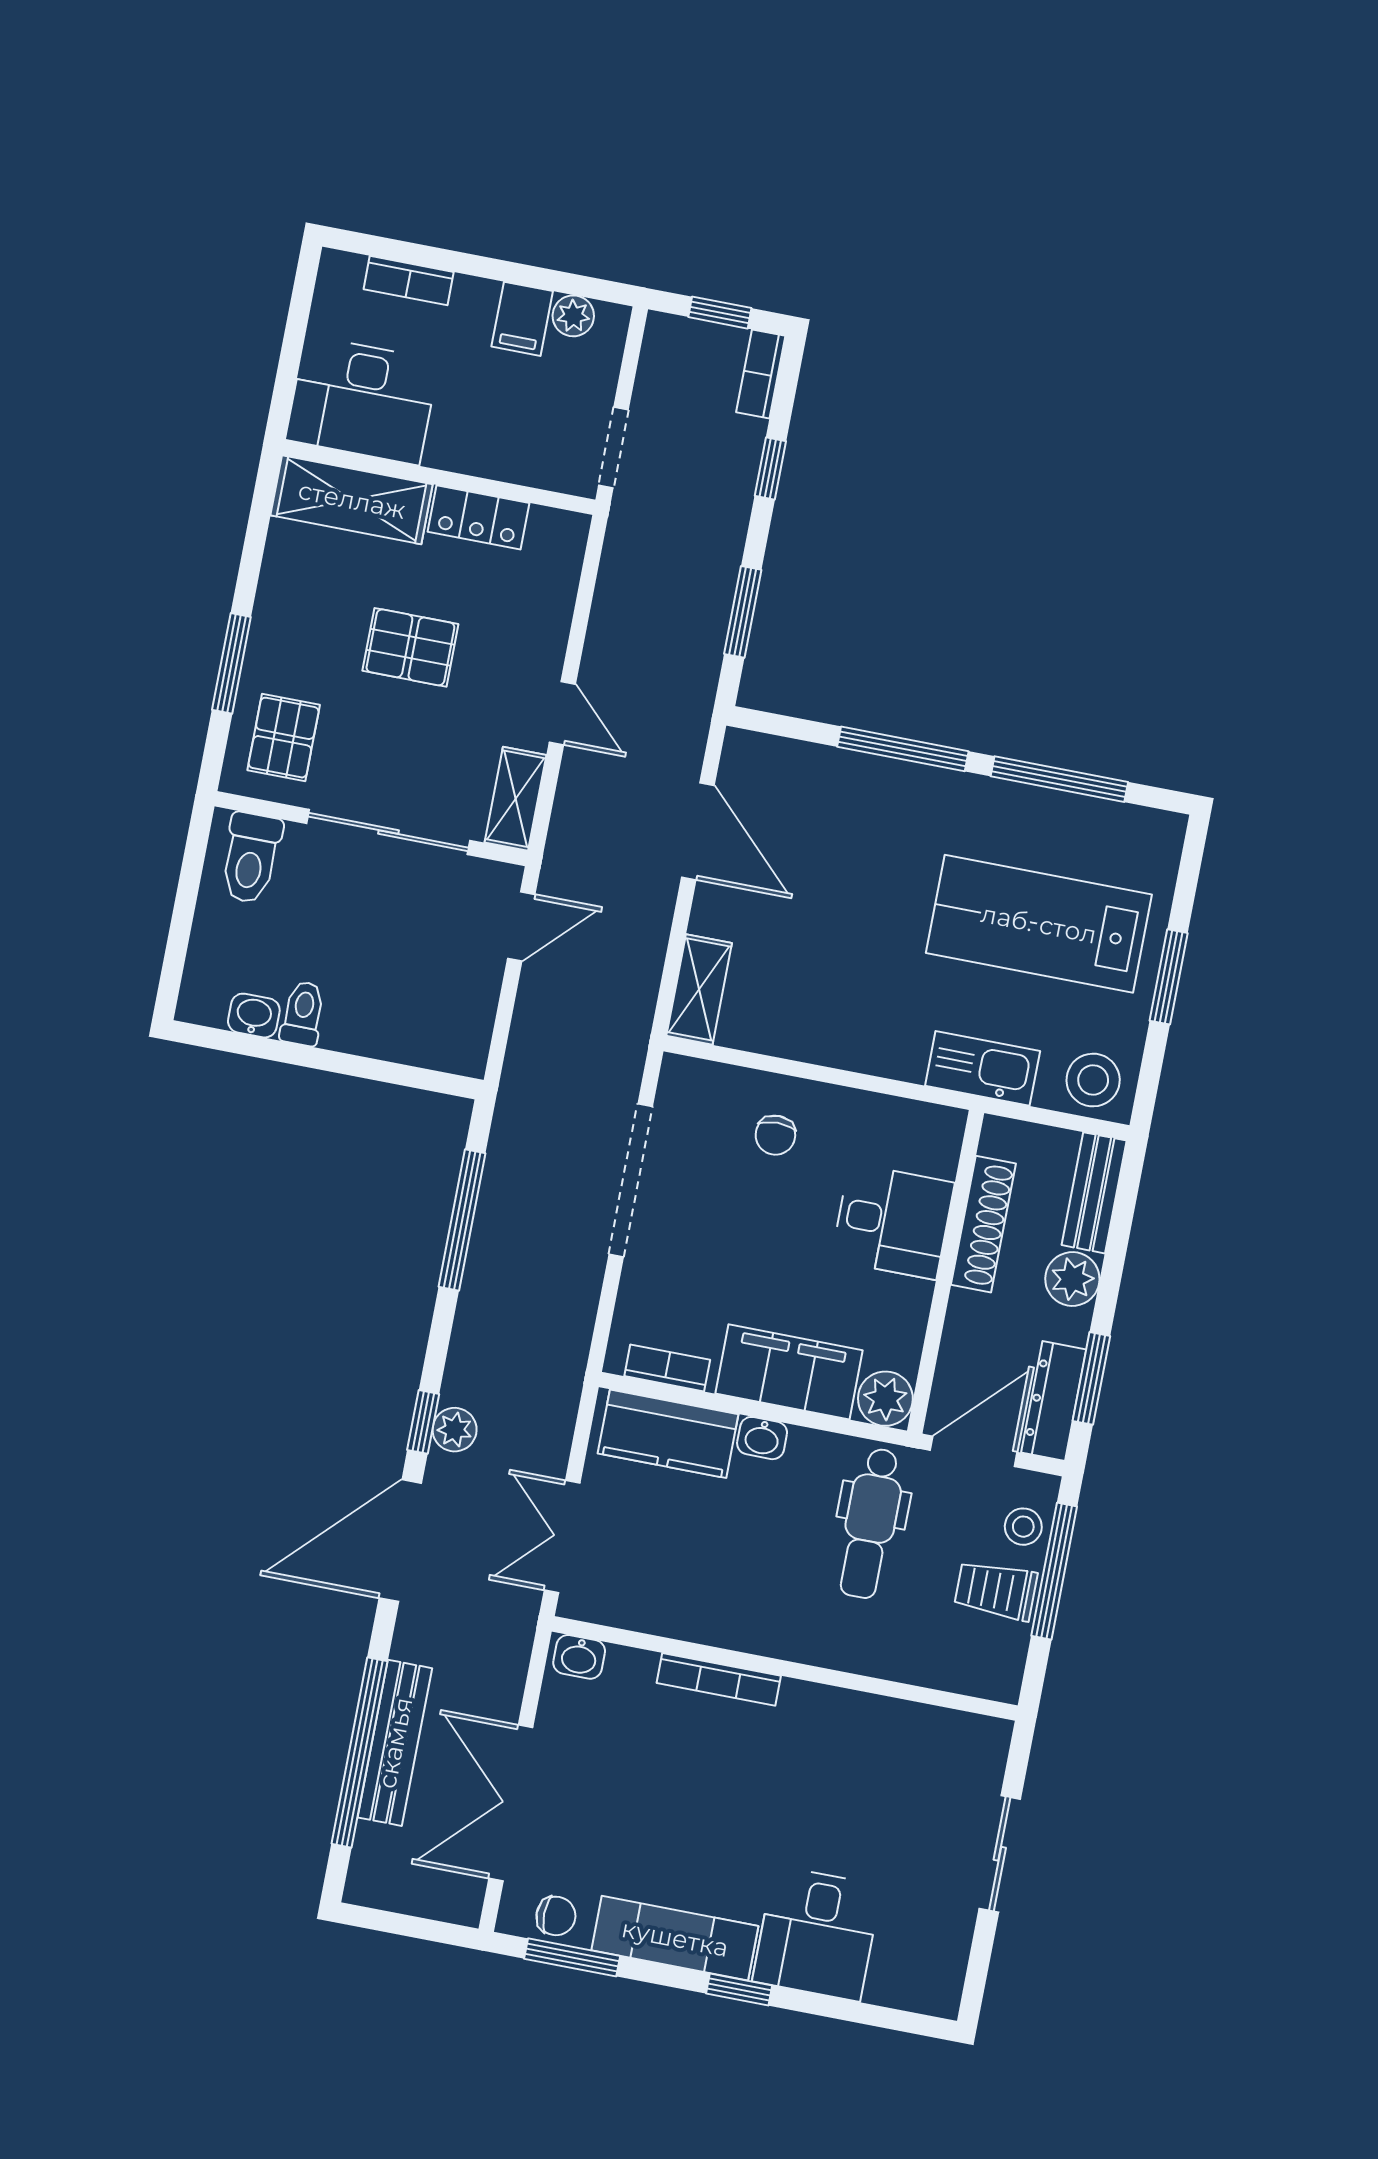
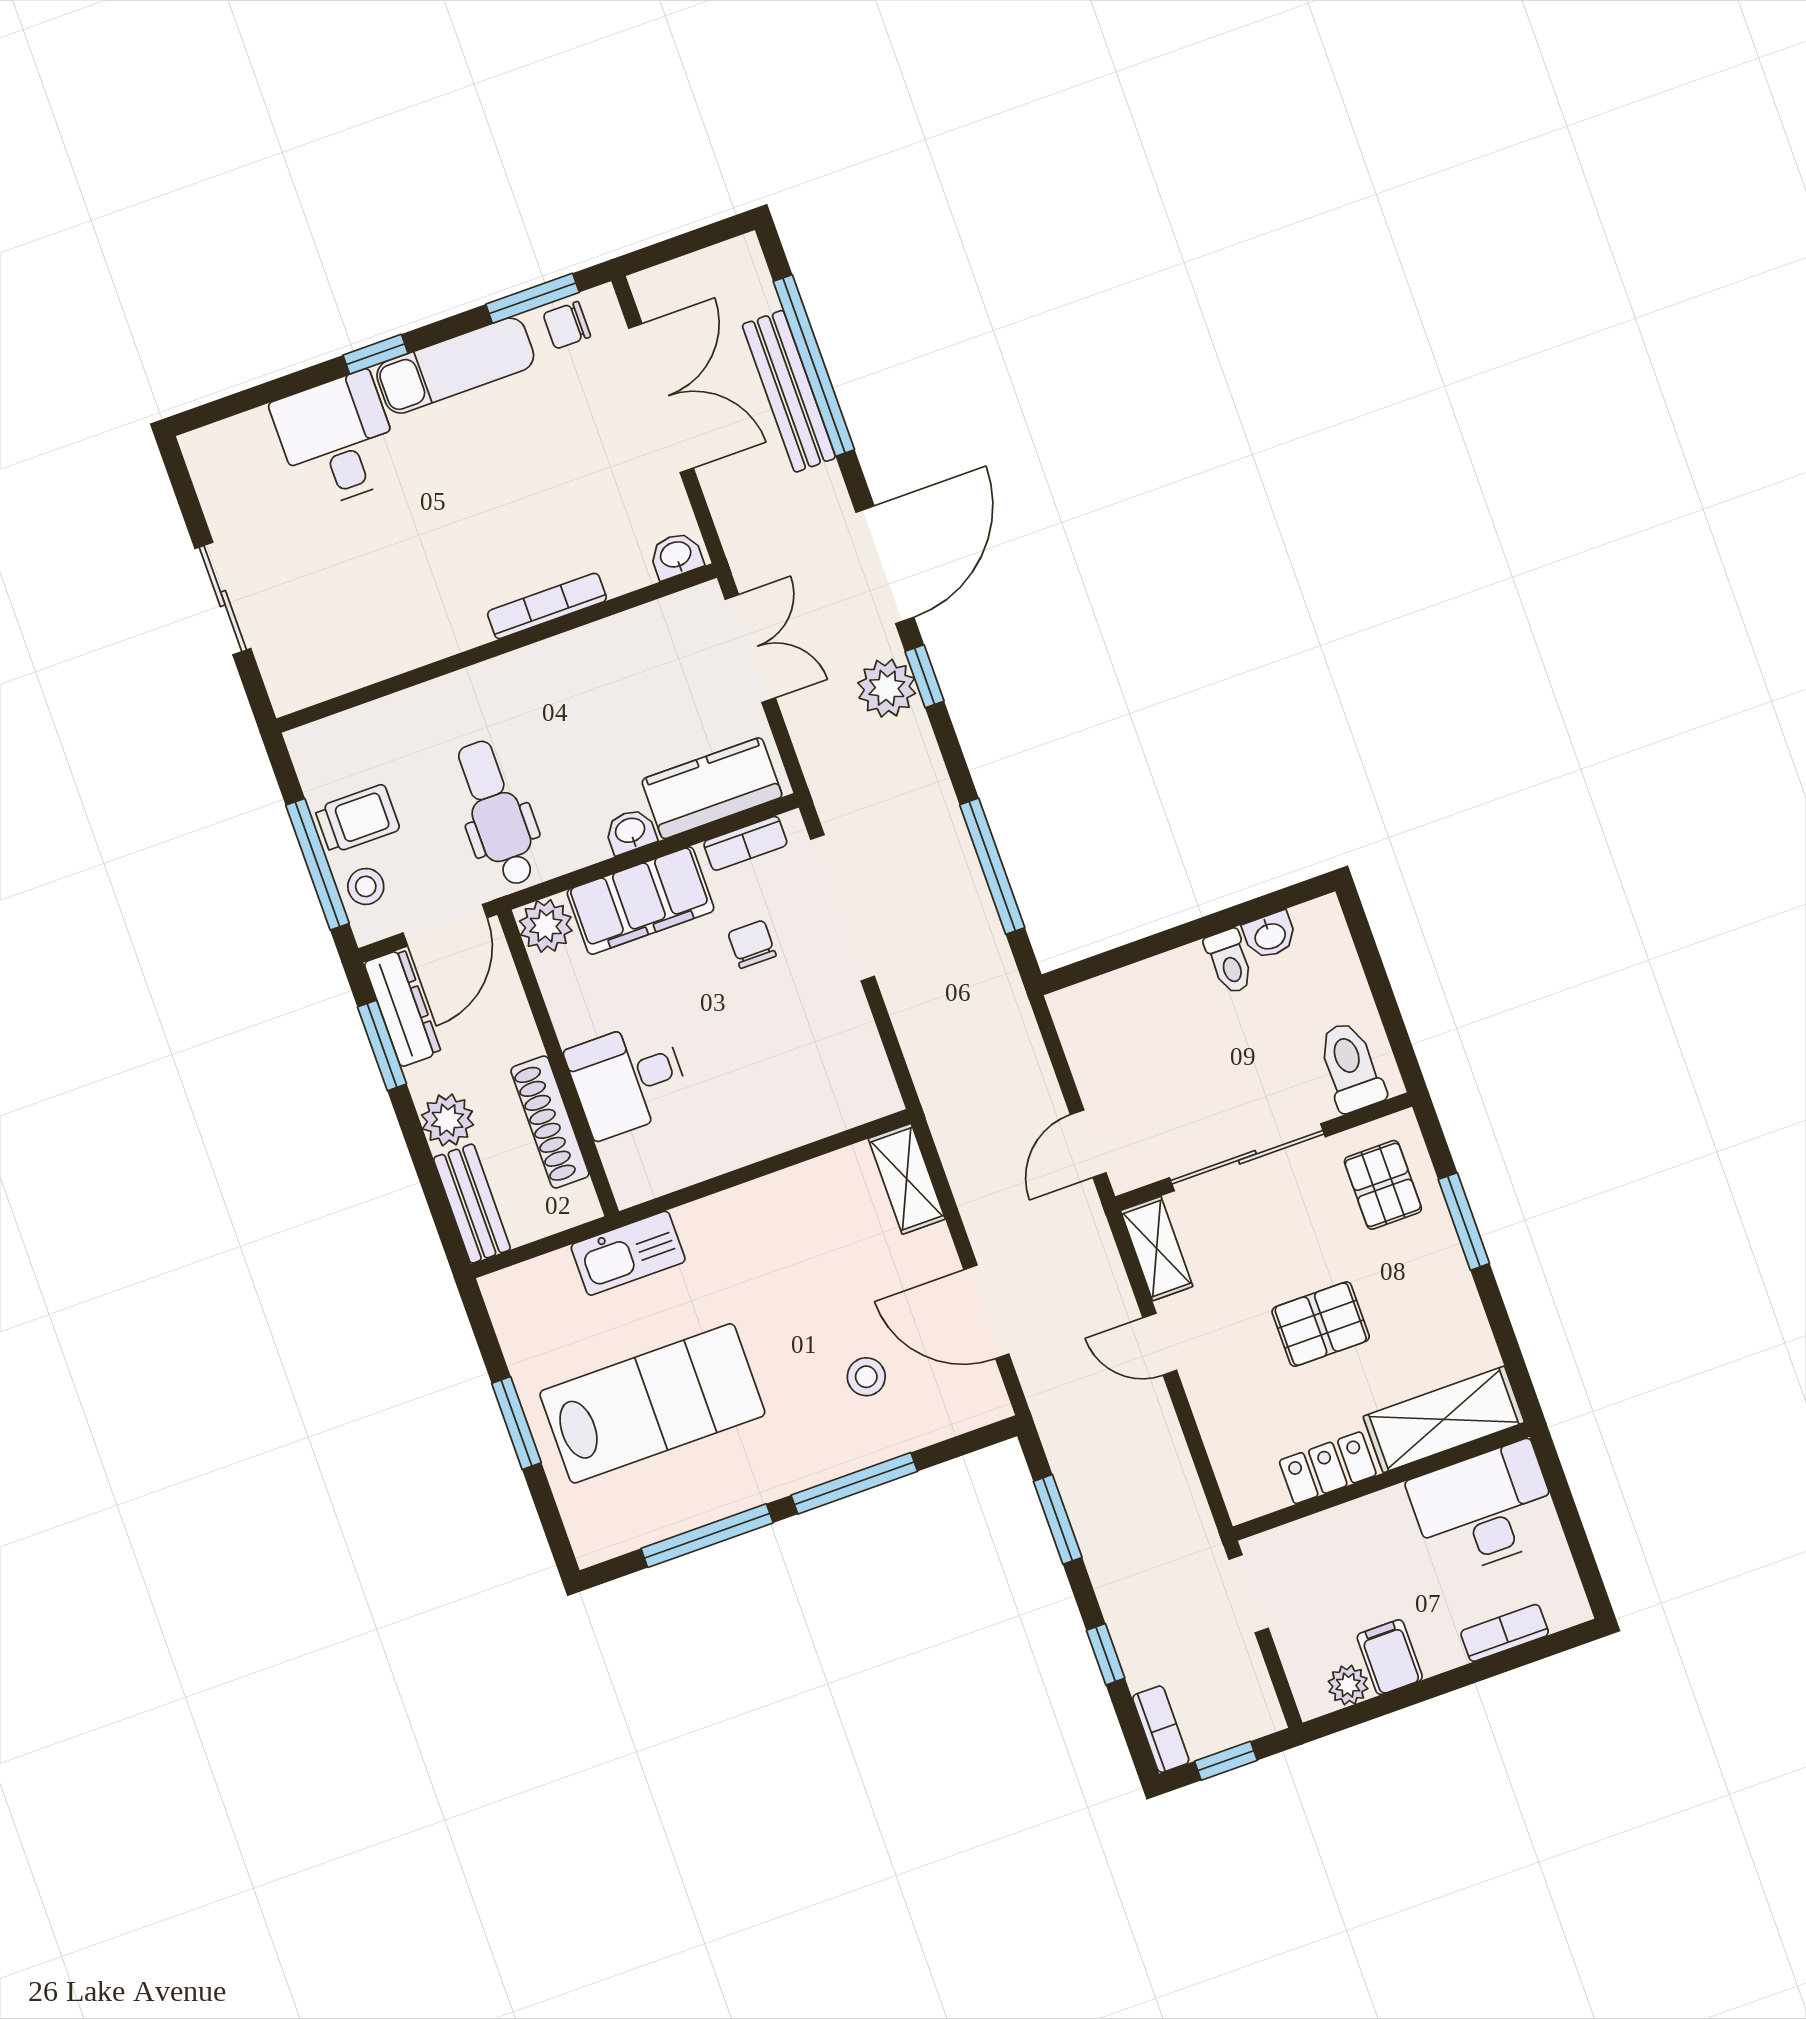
stool: (1093, 1080) -> (866, 1377), moved, width x0.73, depth x0.73
chair: (775, 1135) -> (752, 944), moved
doorway: (631, 1180) -> (843, 908), moved
plant: (455, 1430) -> (887, 688), width x1.38, depth x1.38

